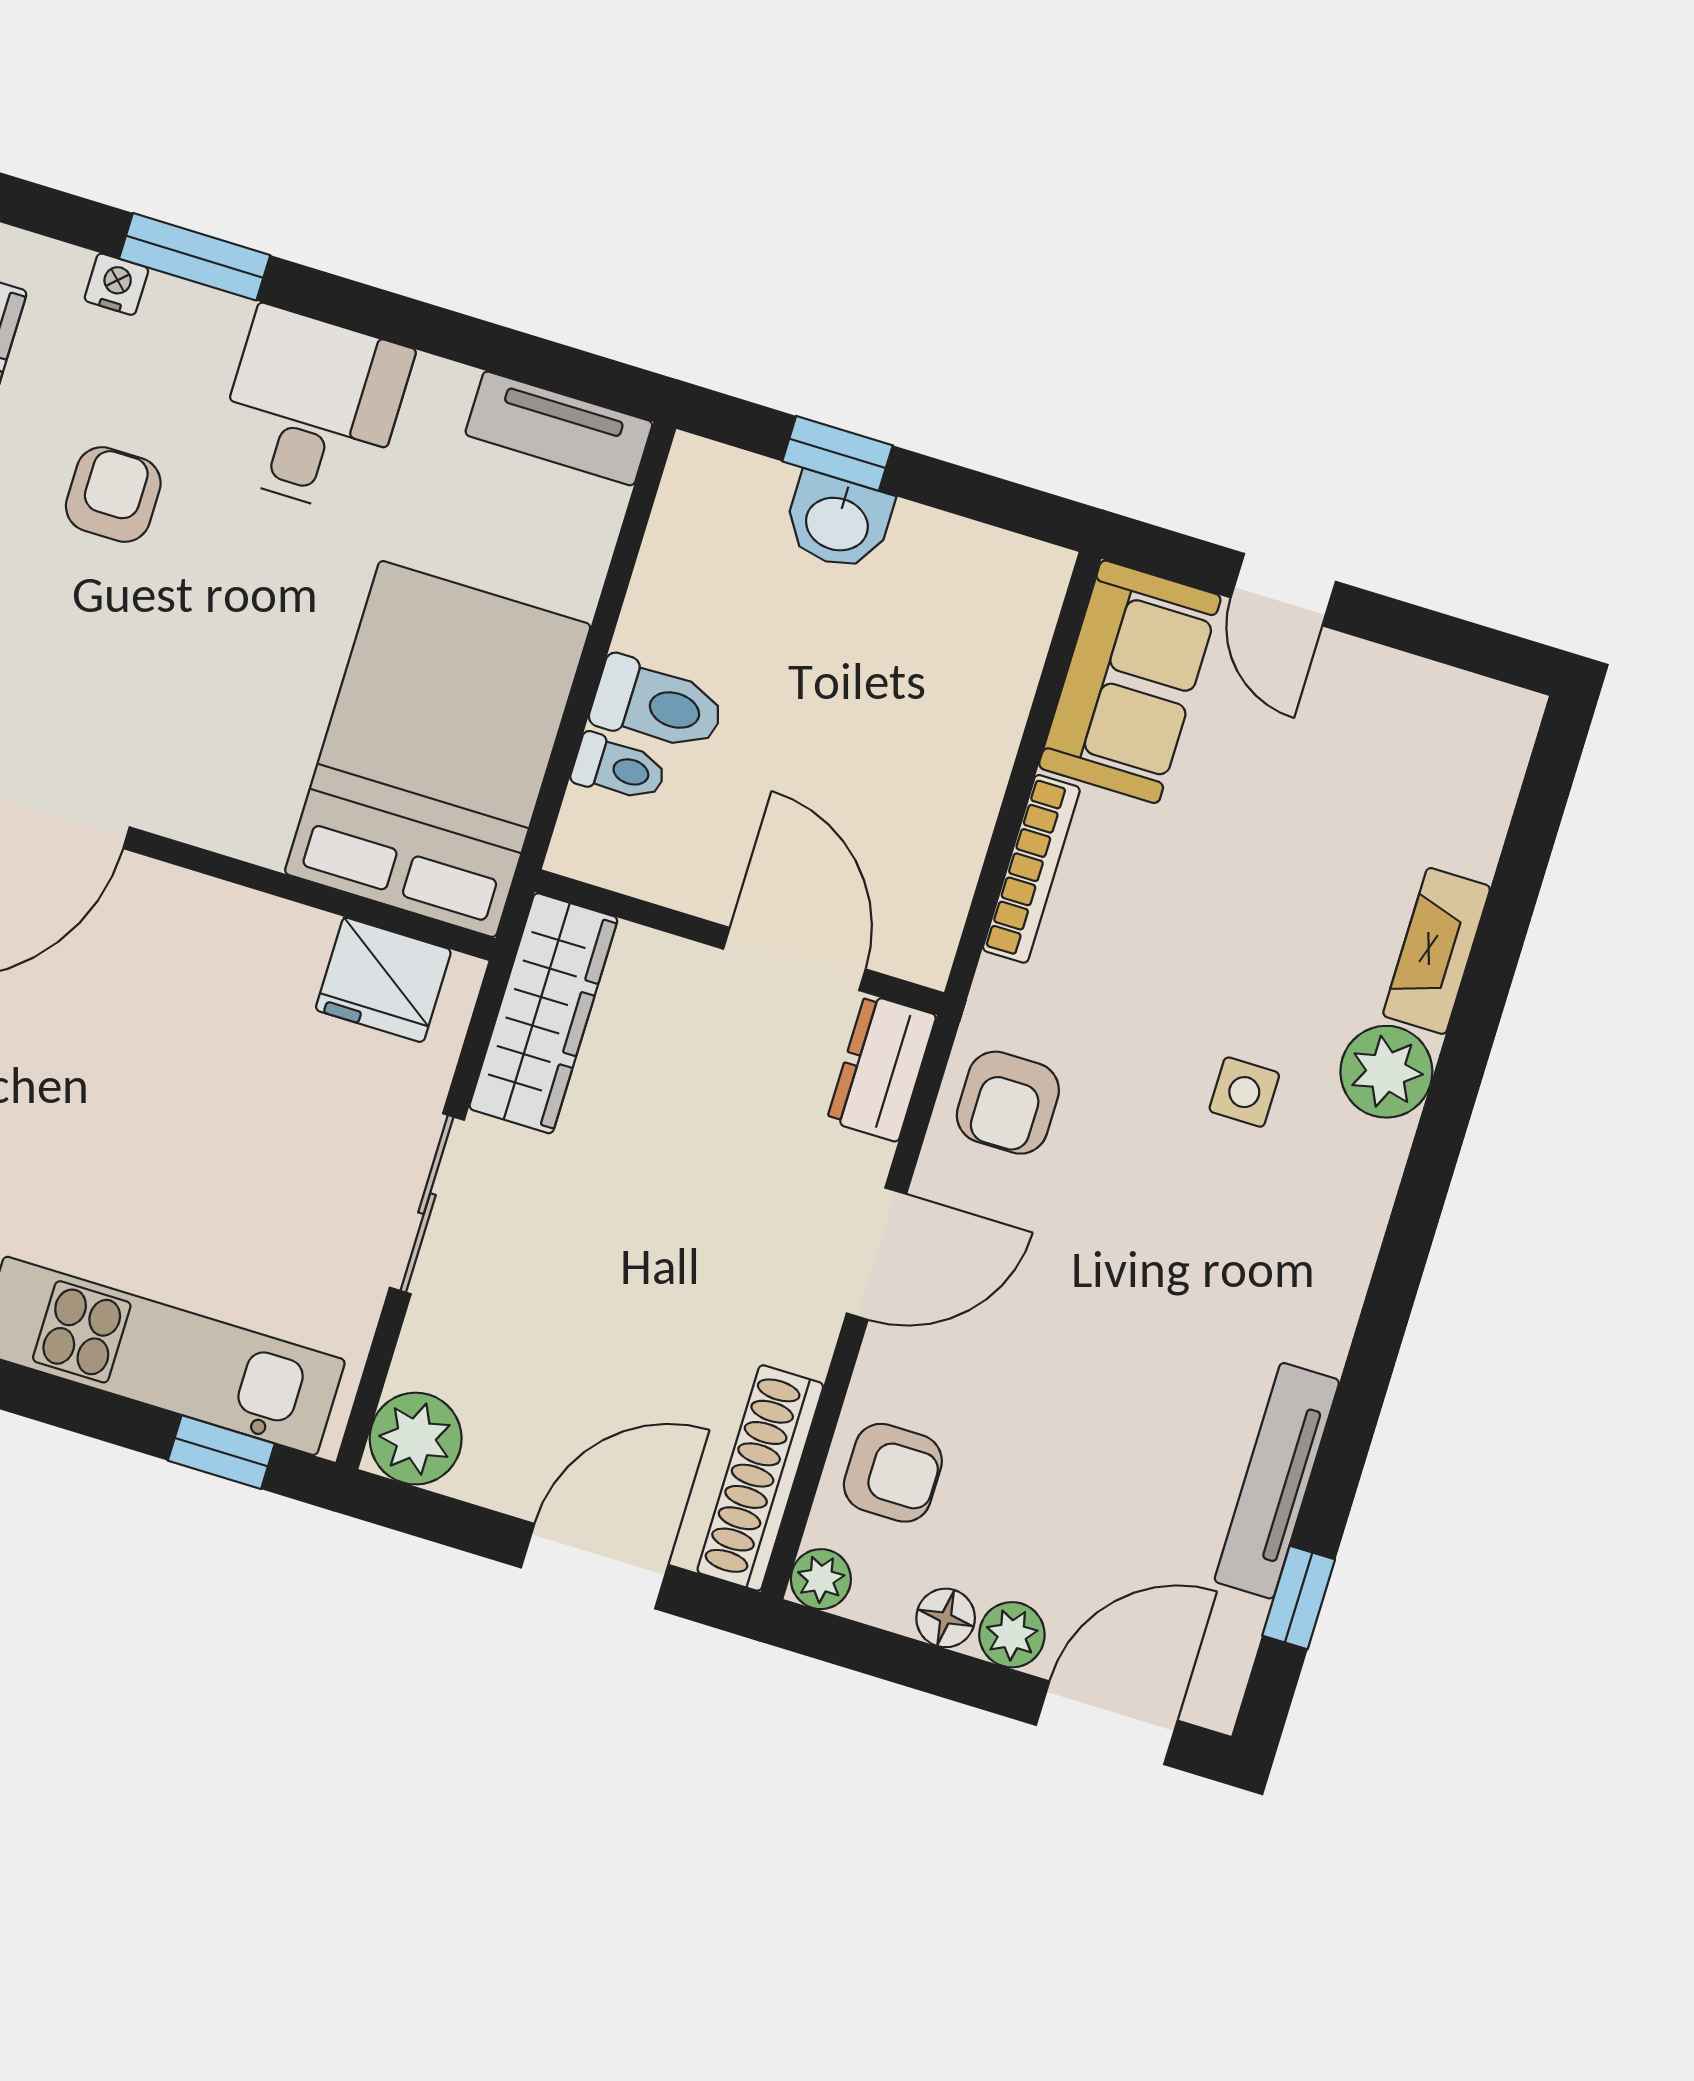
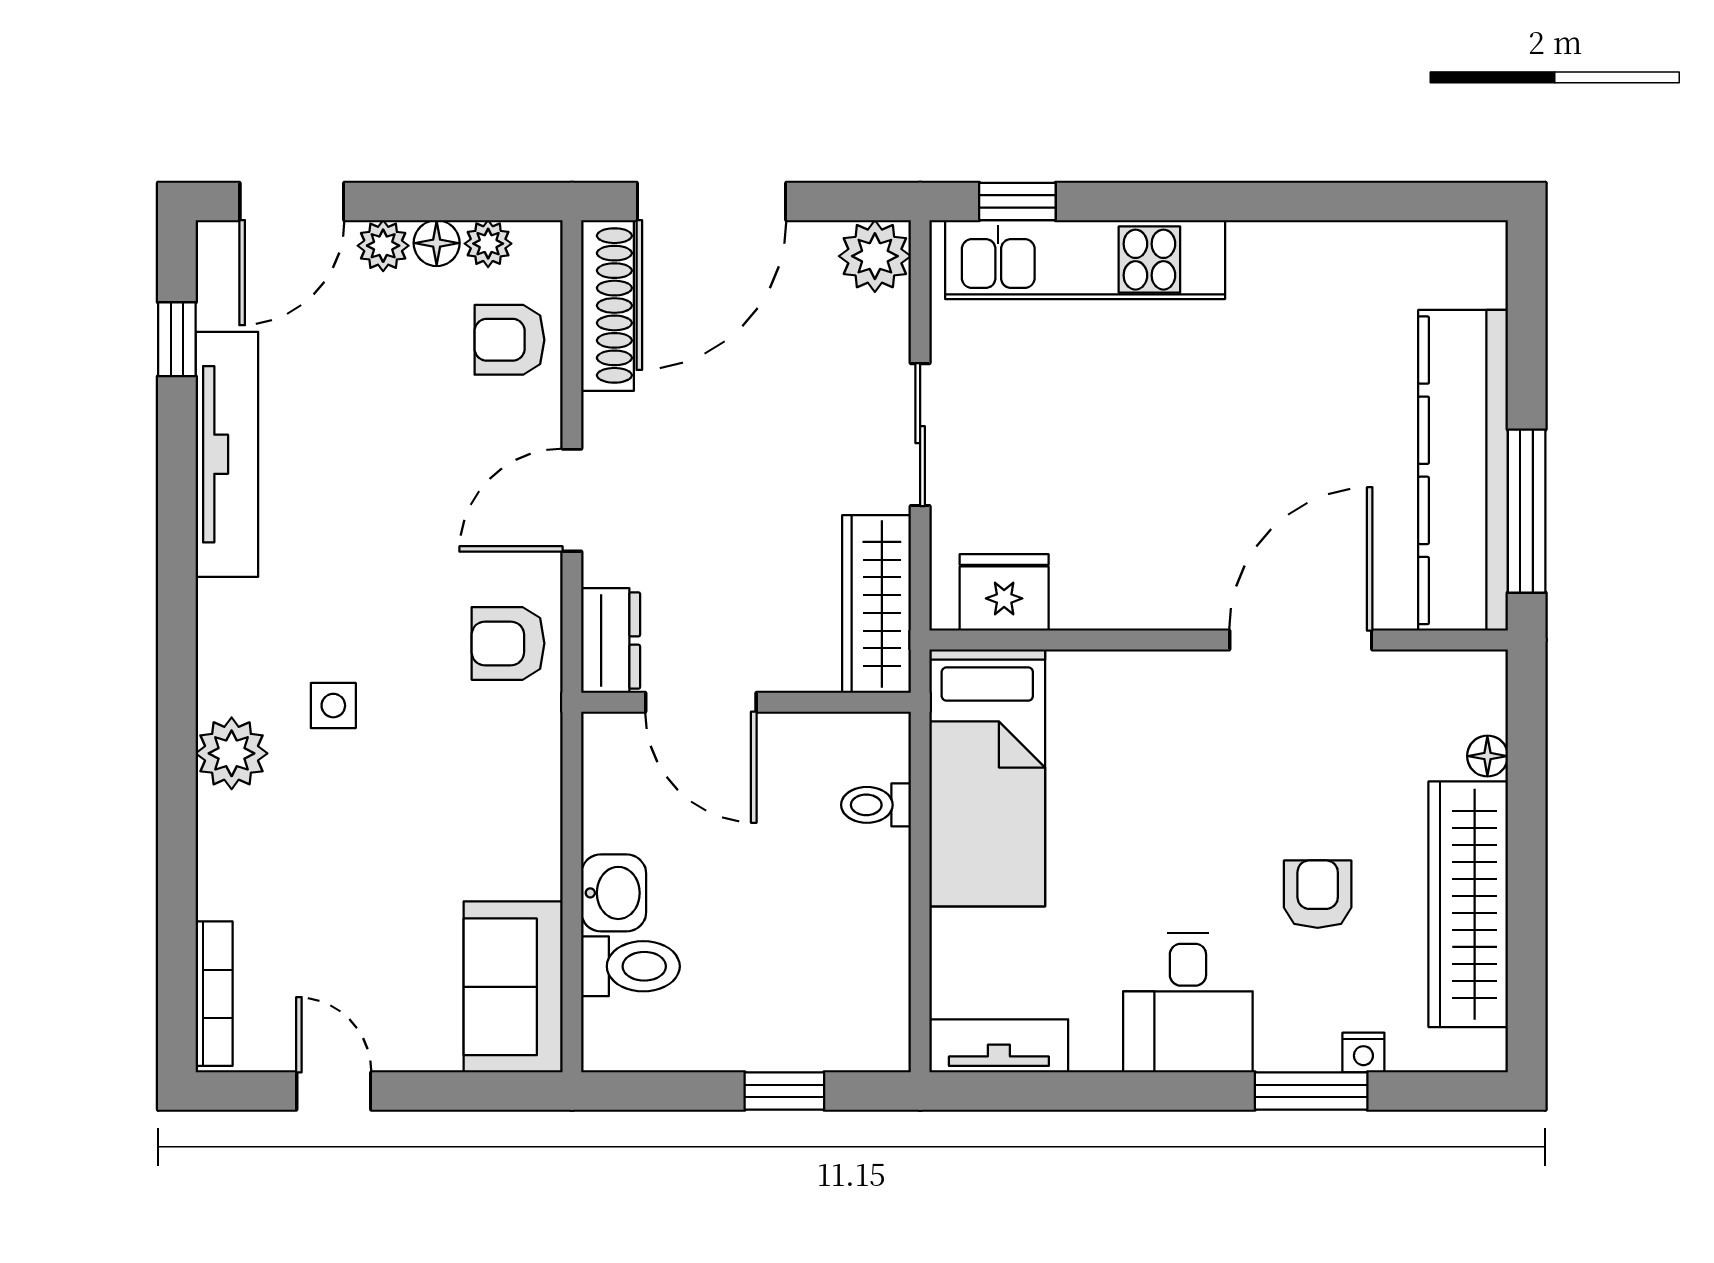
armchair: (113, 495) -> (1318, 894), turned 180
washbasin: (838, 522) -> (614, 893), moved, turned 90
door: (1283, 590) -> (334, 1091), moved
toilet: (658, 705) -> (630, 966), moved, turned 180
bed: (438, 749) -> (987, 778), width x0.67
bookcase: (1031, 869) -> (214, 994), moved, turned 180
fireplace: (1437, 951) -> (222, 855), removed
armchair: (1008, 1103) -> (508, 643), turned -90
tv unit: (1277, 1481) -> (227, 454), width x1.36, depth x1.29
door: (595, 1566) -> (711, 201), width x1.36
plant: (821, 1579) -> (488, 244), moved

